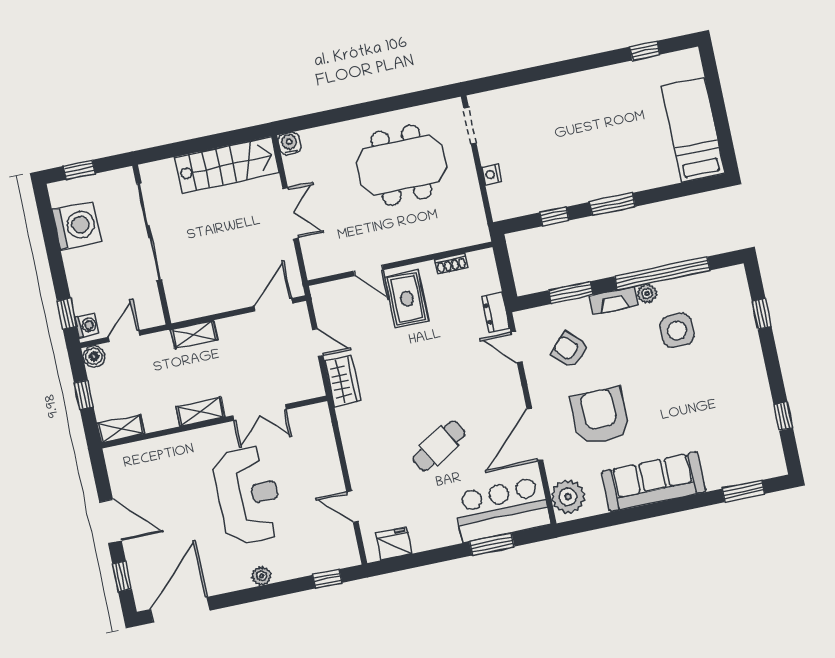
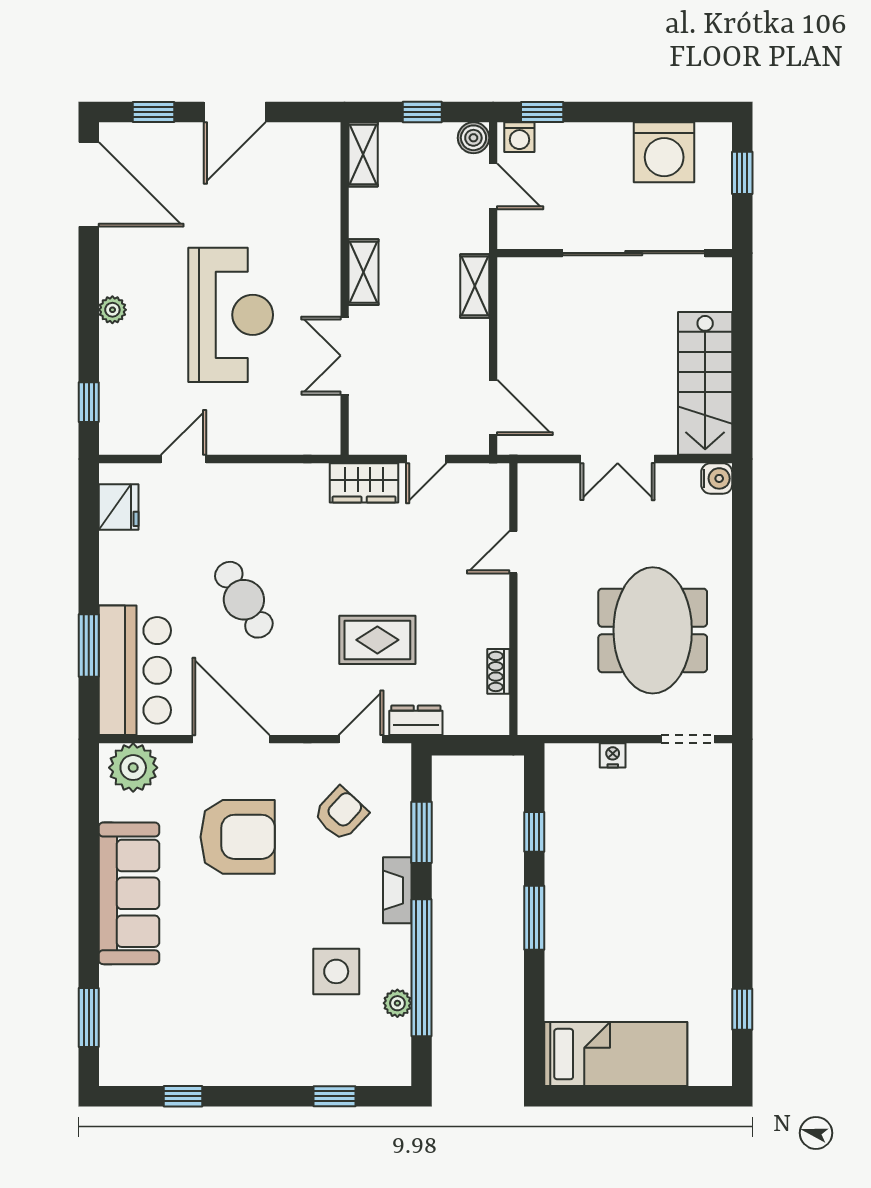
plant: (647, 293) -> (397, 1003), moved
rug: (407, 299) -> (377, 640), moved
reception desk: (248, 495) -> (231, 315), turned -90

